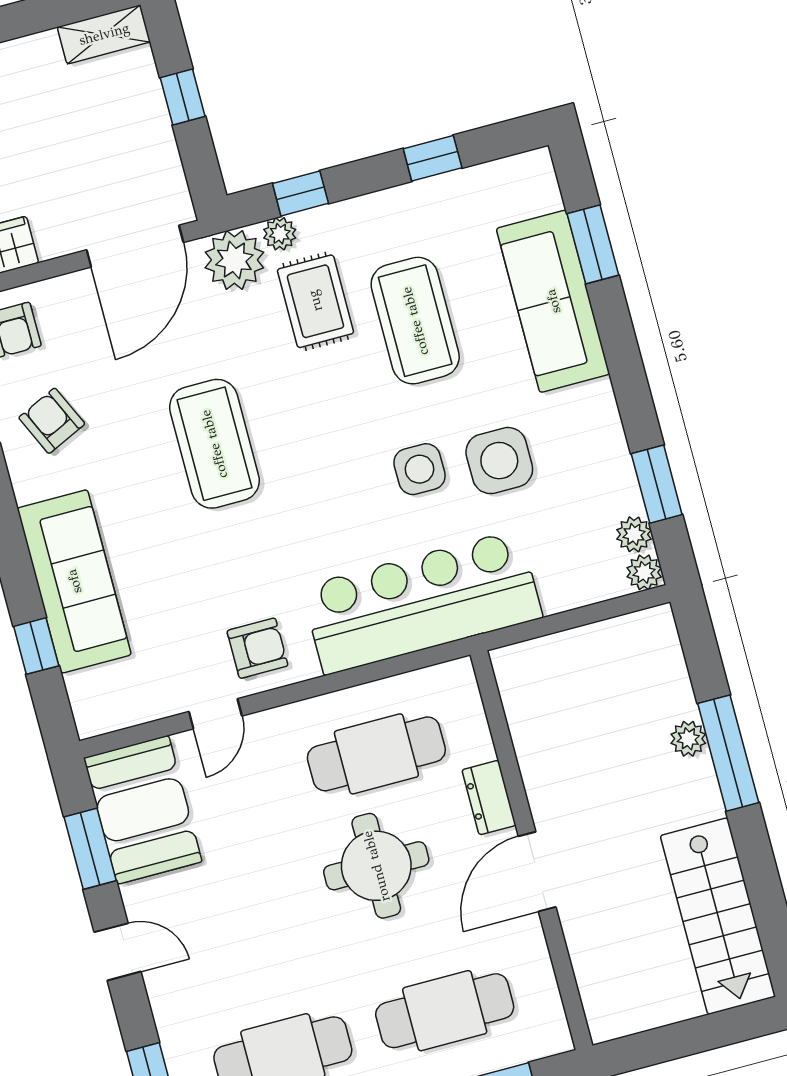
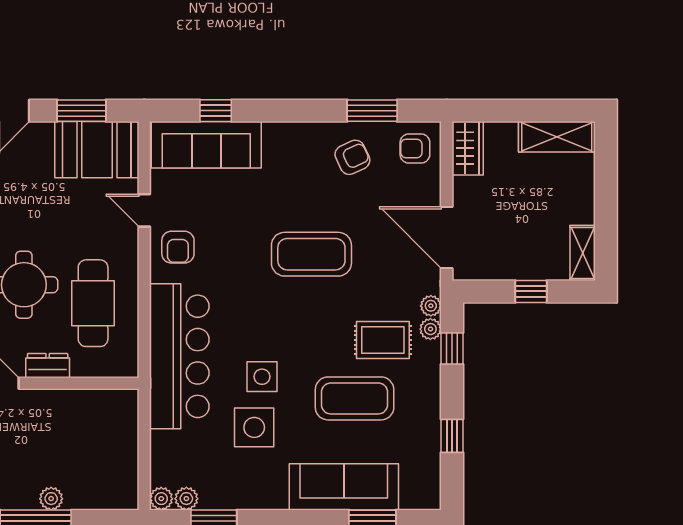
plant: (234, 260) -> (431, 306), width x0.53, depth x0.53
sofa: (74, 581) -> (206, 145), moved

